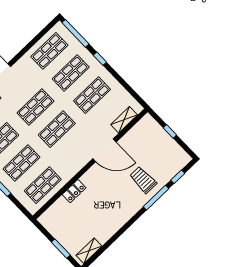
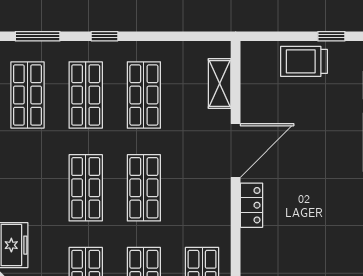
window: (75, 33) -> (38, 36), width x0.69
window: (170, 131) -> (331, 36), moved
trolley: (143, 180) -> (304, 61), moved
locker: (74, 191) -> (251, 205), moved

